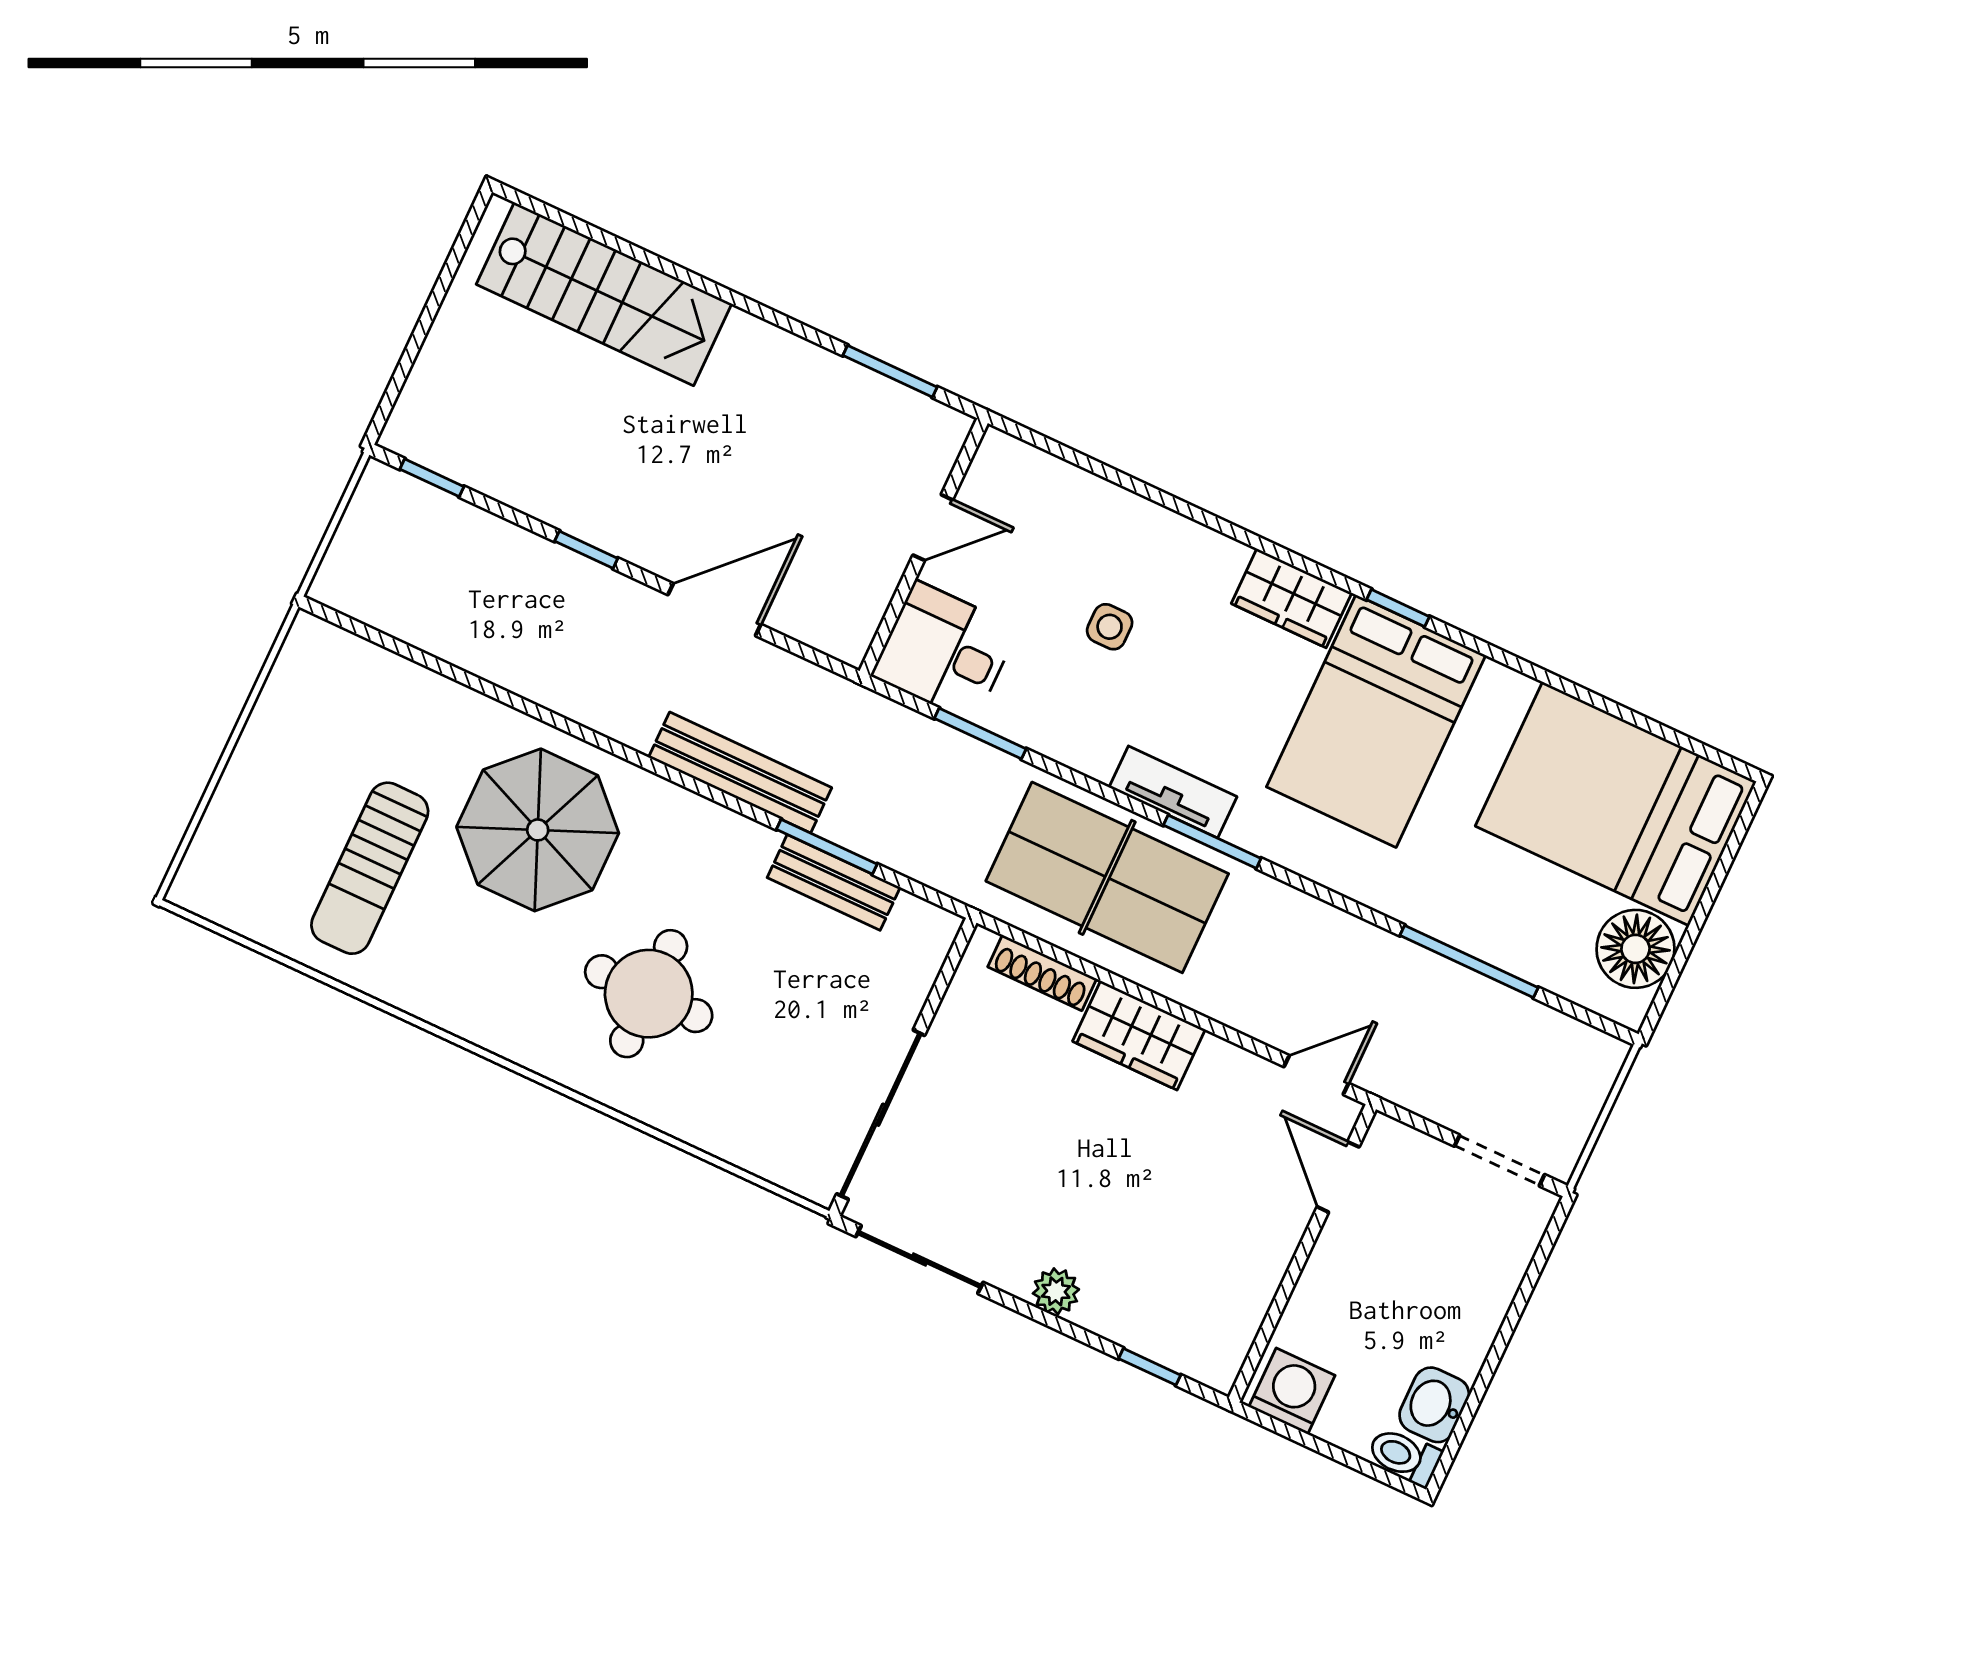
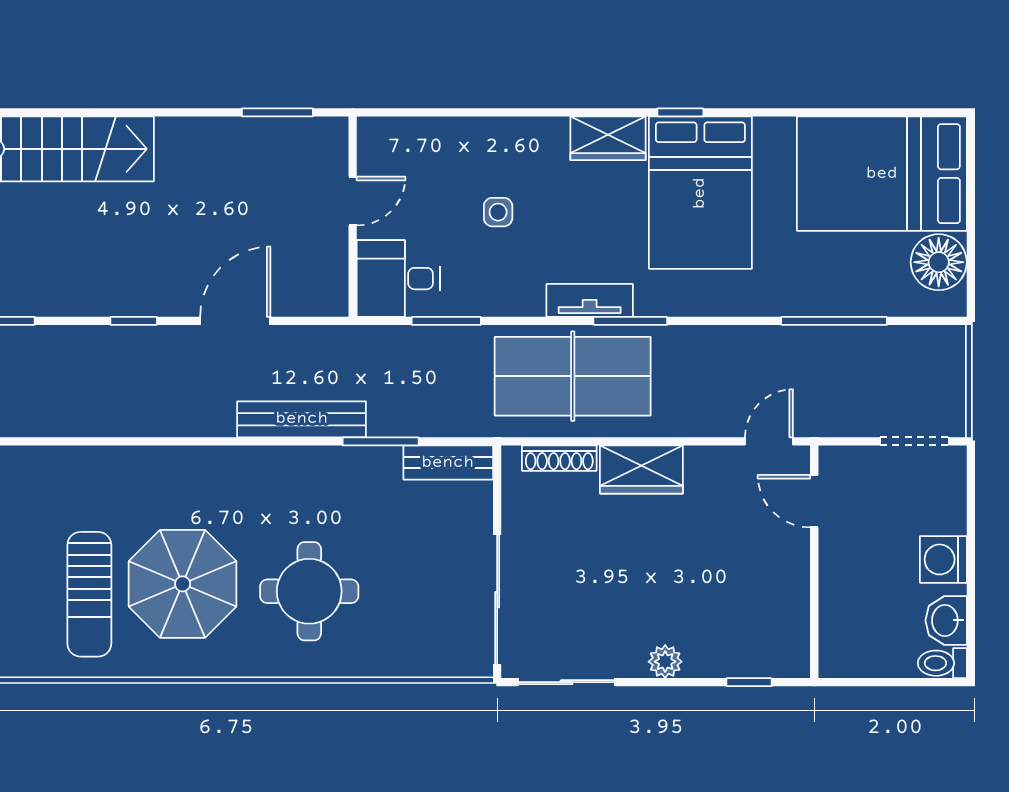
parasol: (538, 830) -> (183, 584), moved
bench: (834, 882) -> (448, 463), moved
washing machine: (1292, 1391) -> (943, 559), moved, turned -90

